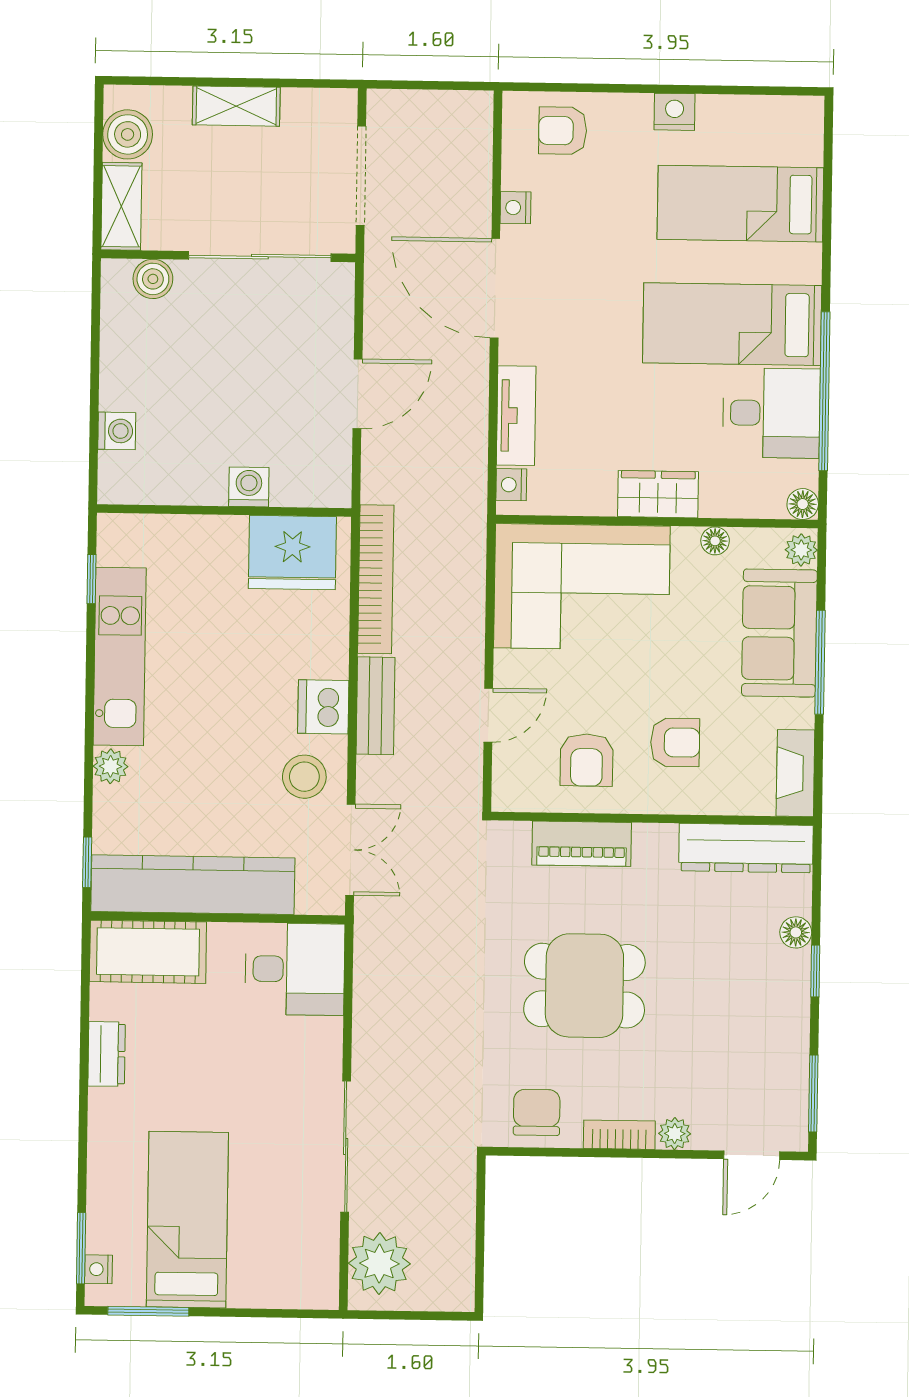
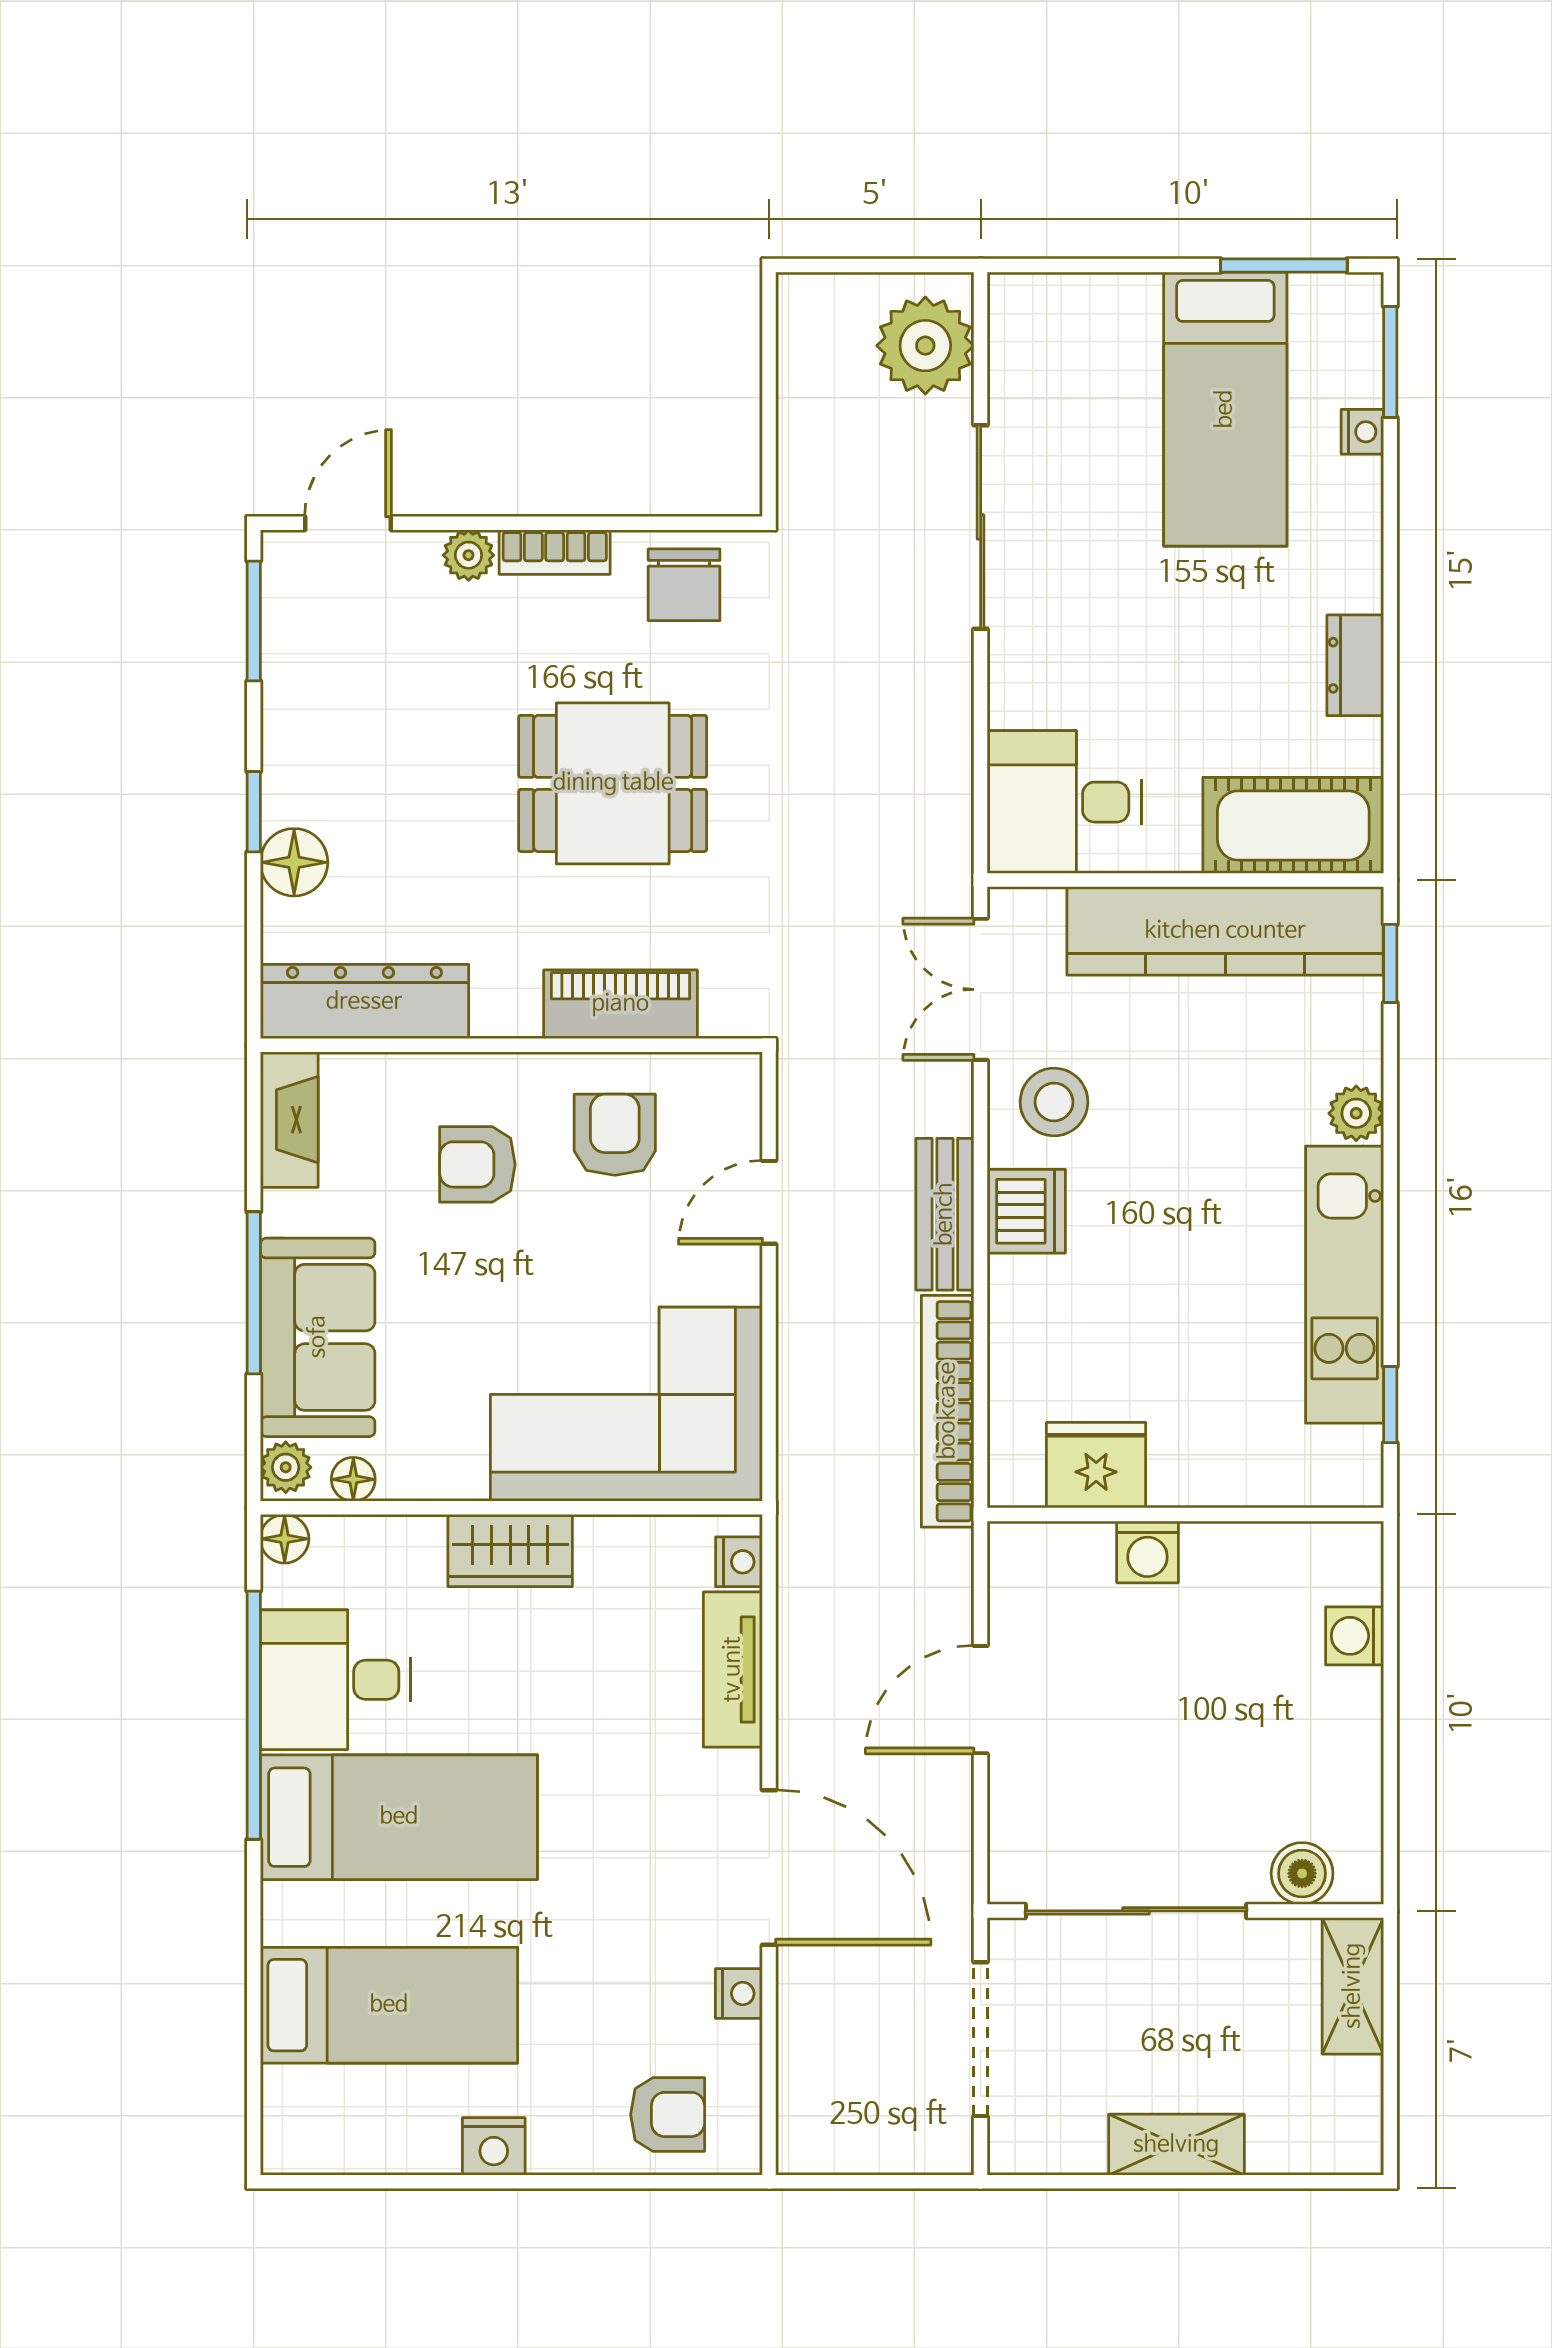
boiler: (128, 134) -> (1345, 2098), removed
floor lamp: (715, 541) -> (353, 1479), moved
fridge: (292, 553) -> (1096, 1465), width x0.73, depth x0.75
floor lamp: (796, 932) -> (294, 862), width x1.37, depth x1.37
nightstand: (99, 1269) -> (1362, 432), moved

